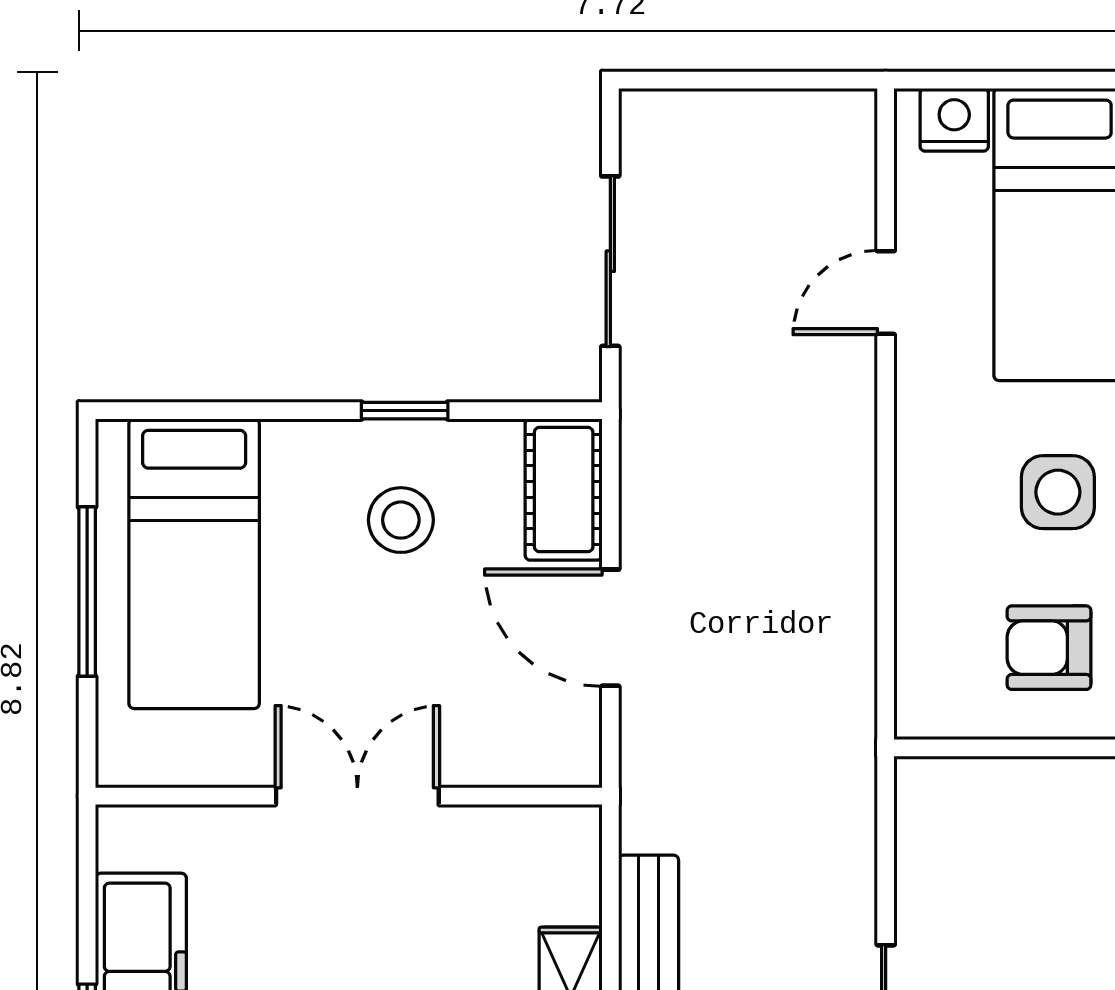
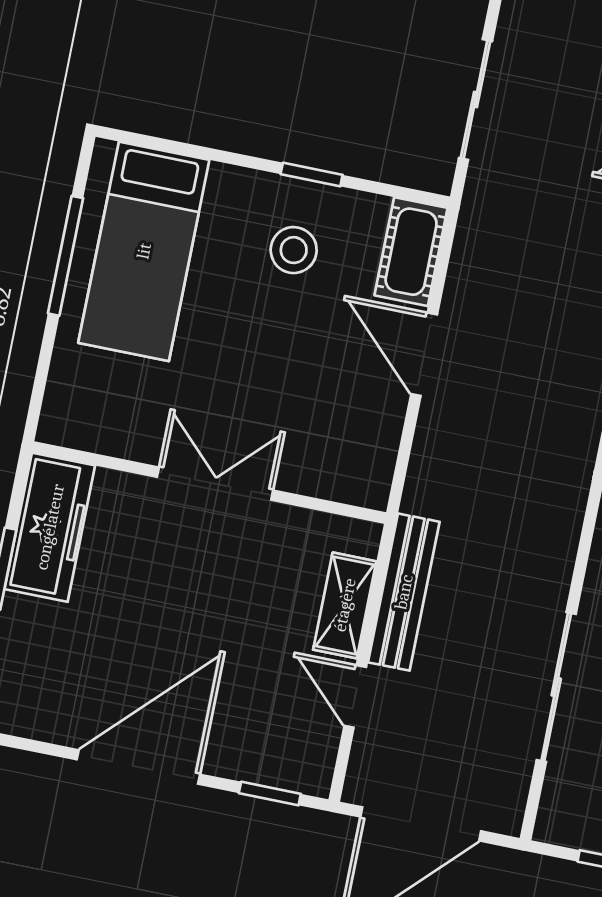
wall: (349, 796) -> (209, 482), moved
double door: (357, 796) -> (215, 484), moved

